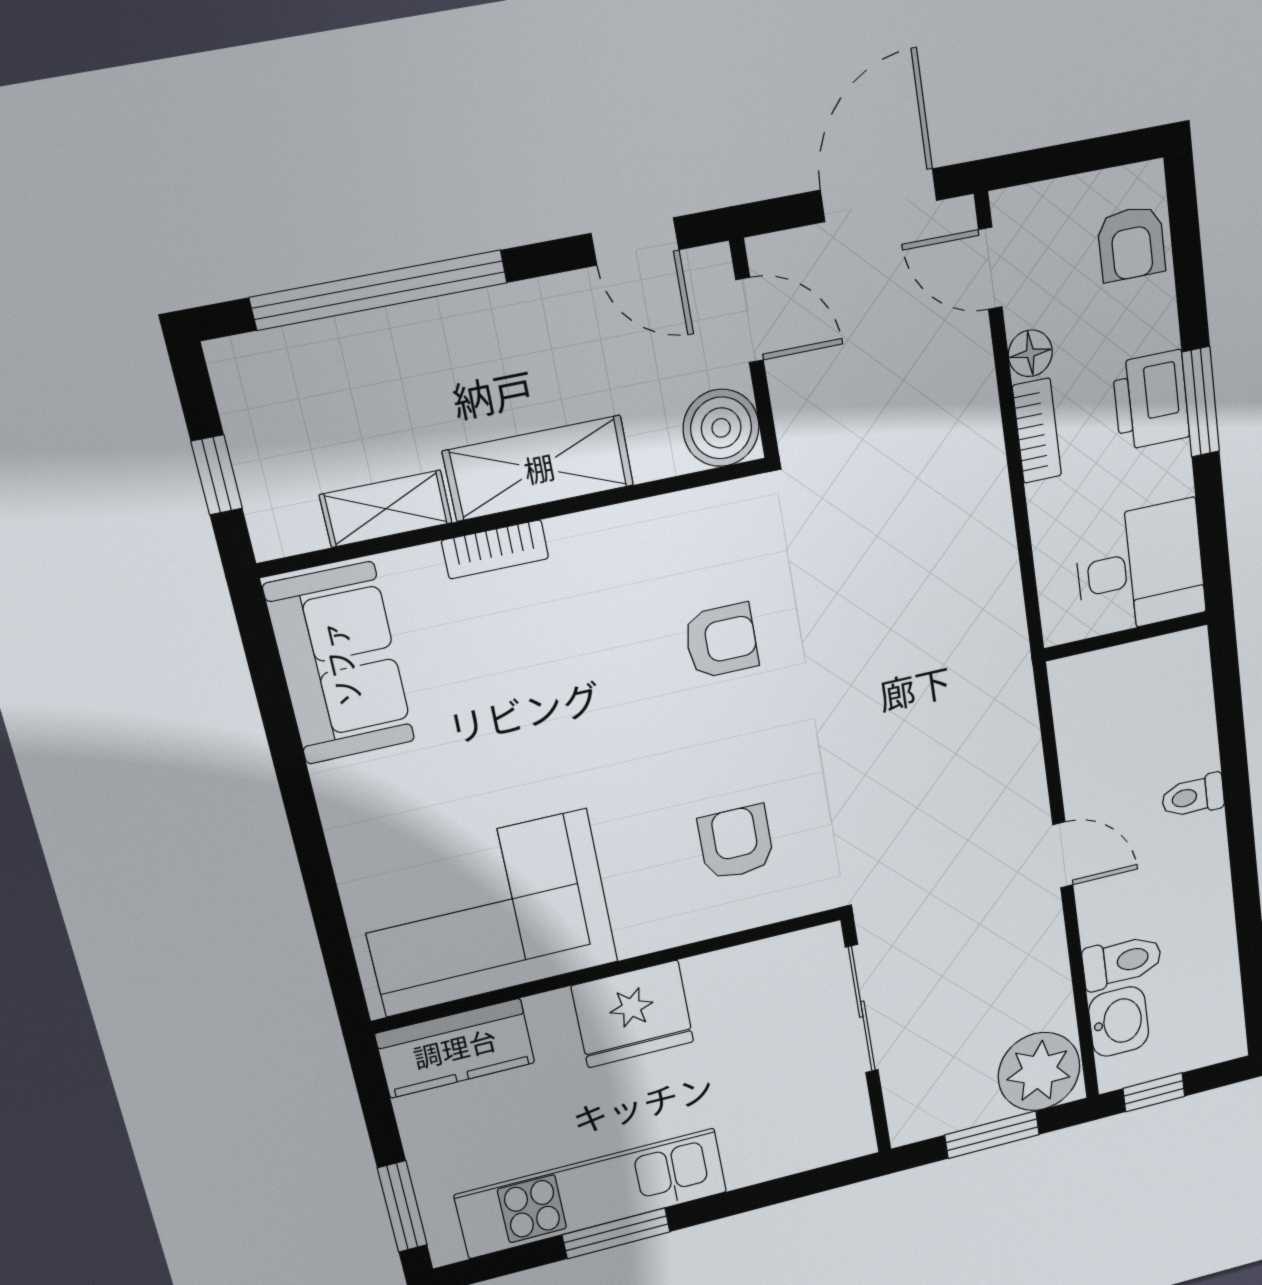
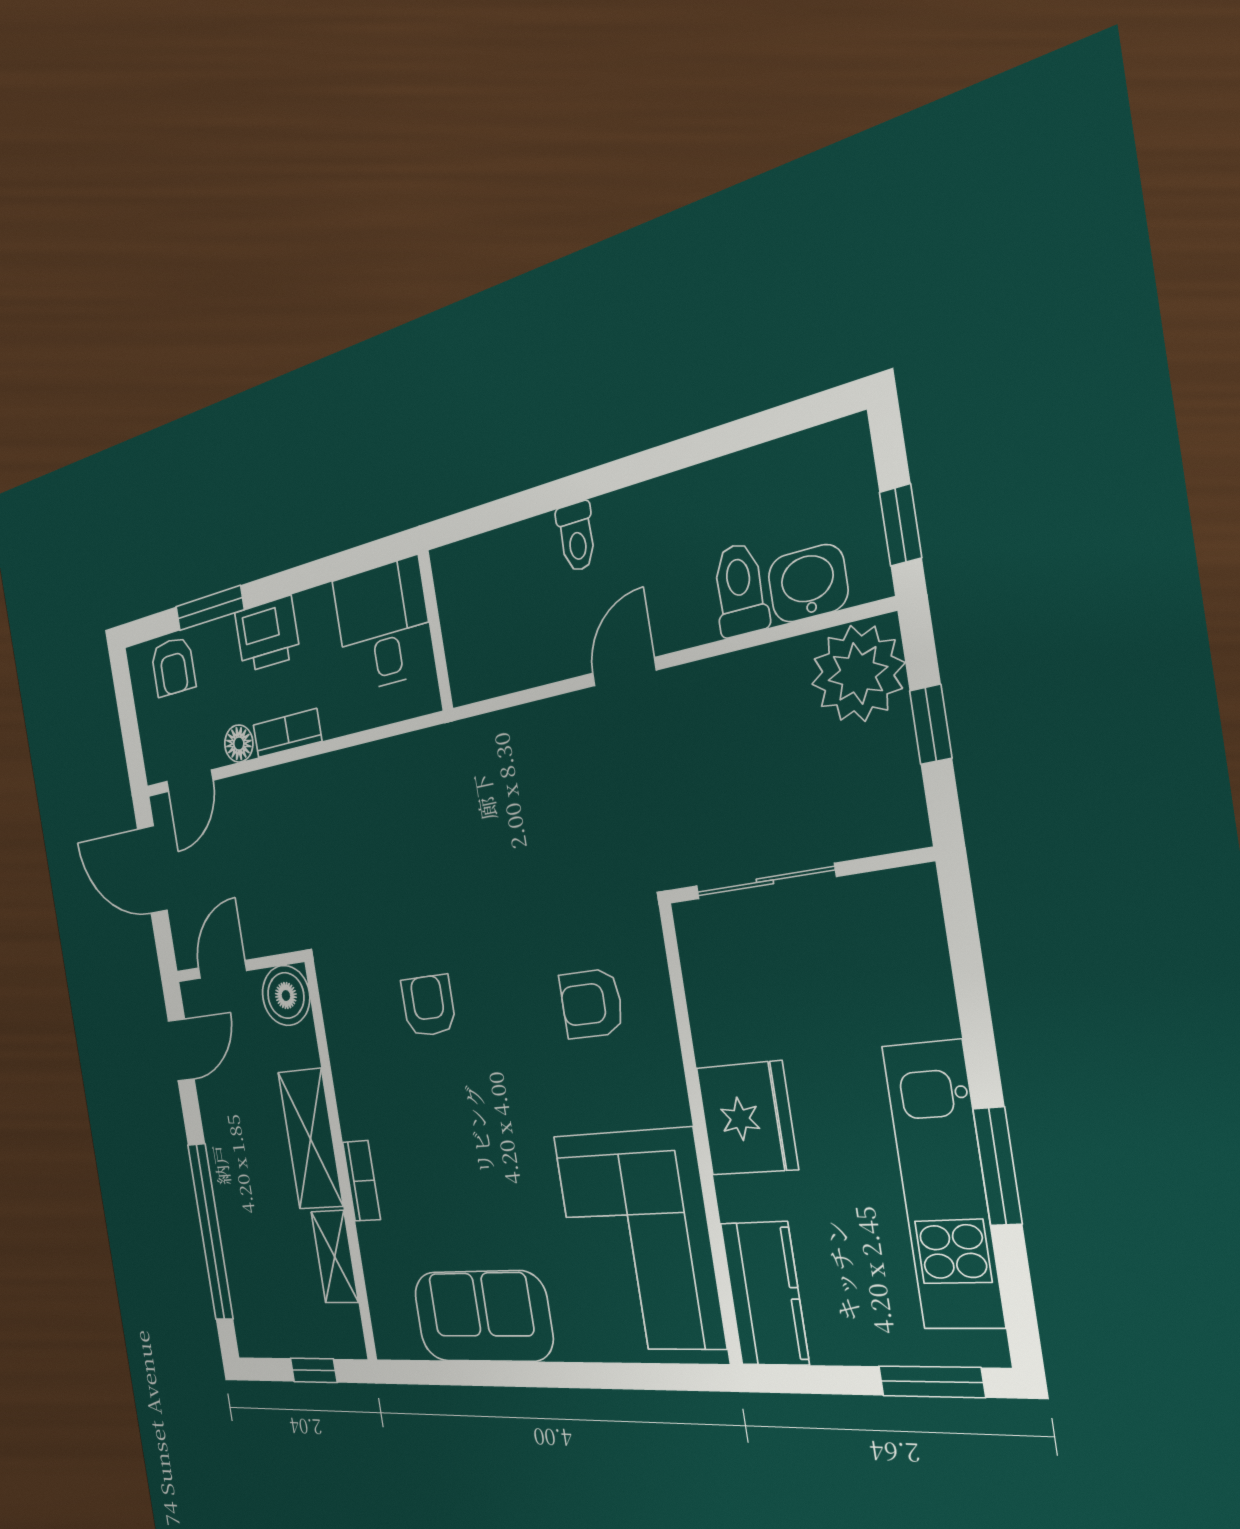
armchair: (1131, 244) -> (173, 667), turned 90
window: (1201, 402) -> (210, 608), moved
sofa: (340, 664) -> (483, 1316), moved
window: (992, 1135) -> (931, 724), width x0.67

